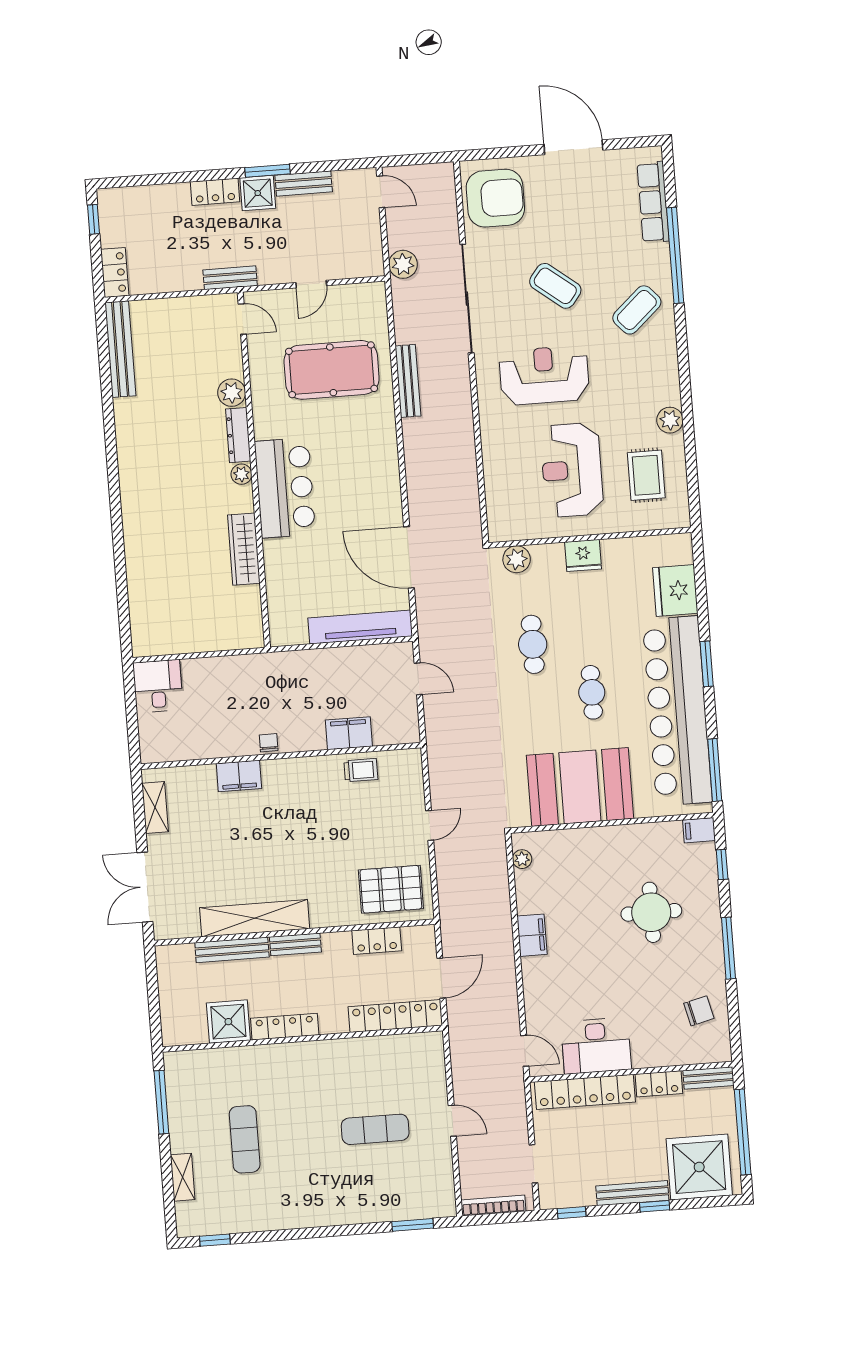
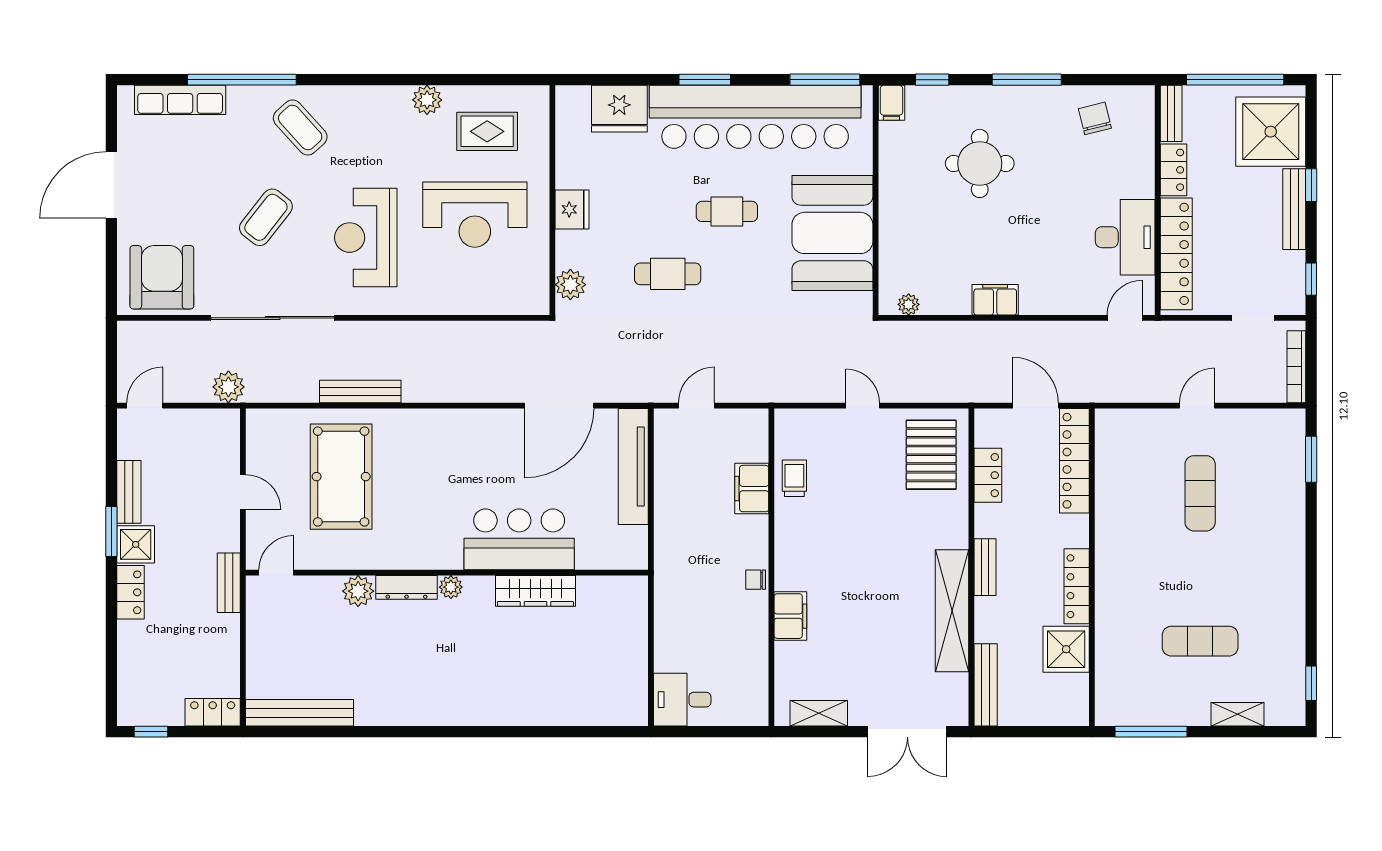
bar counter: (285, 488) -> (519, 539), moved
bench: (232, 950) -> (986, 685), moved

